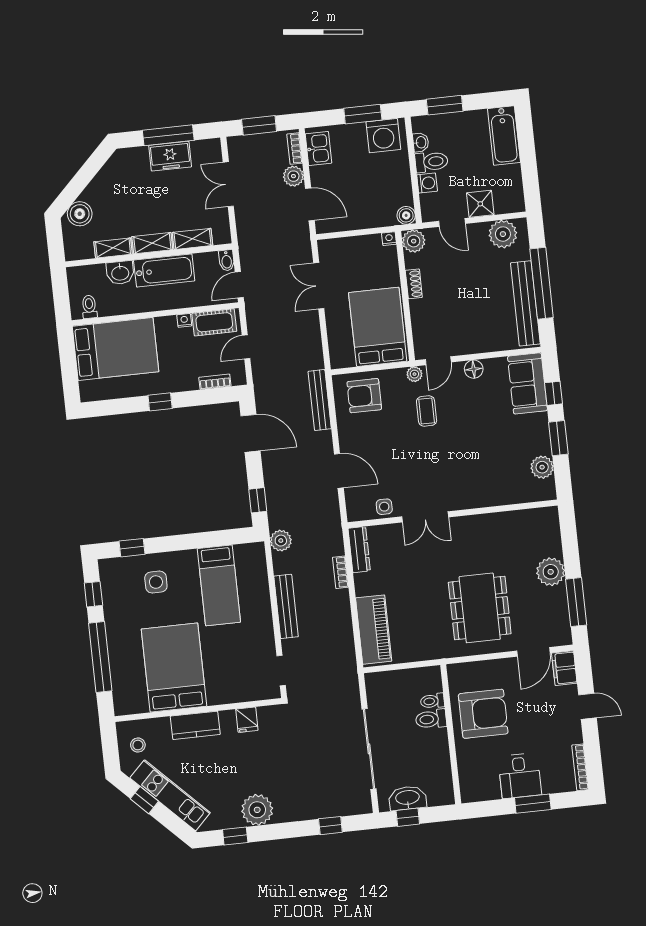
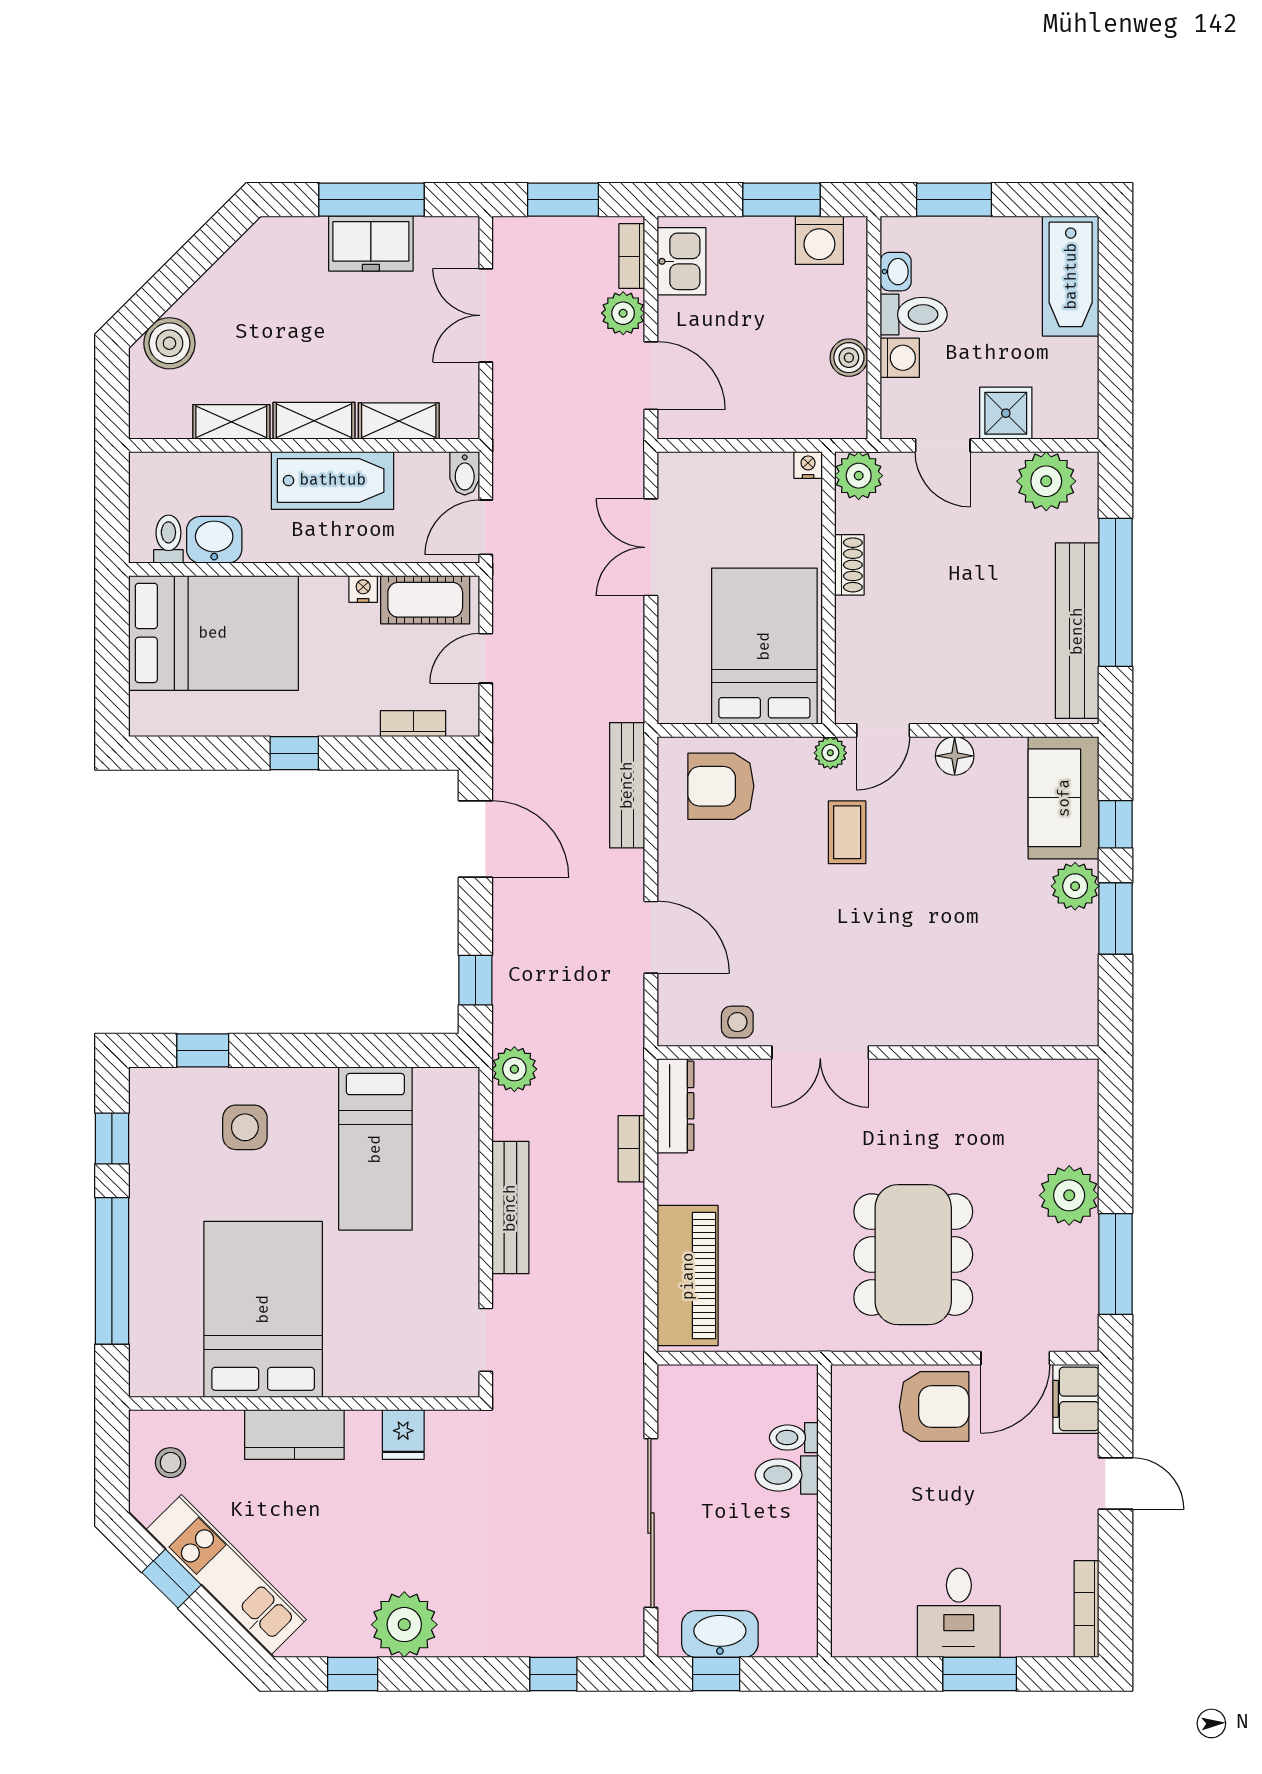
washing machine: (383, 136) -> (819, 240), width x0.73, depth x0.73
boiler: (406, 215) -> (849, 358), moved
washbasin: (120, 273) -> (214, 540), moved, turned 180
plant: (542, 467) -> (1075, 886), moved
armchair: (483, 714) -> (934, 1407), moved, width x0.73, depth x0.73

